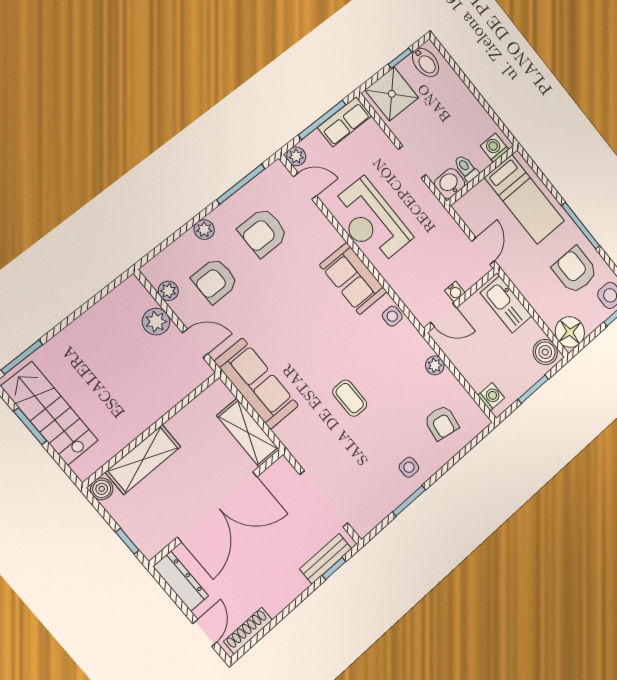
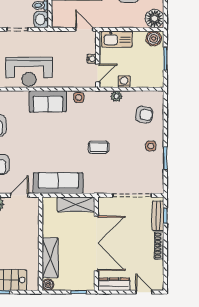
washing machine: (491, 397) -> (124, 82), moved
shoe rack: (248, 631) -> (159, 246), moved

